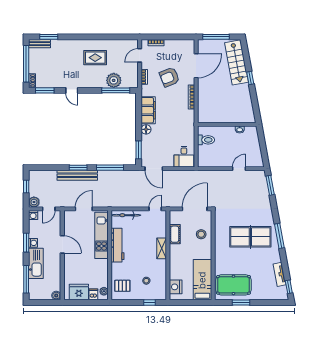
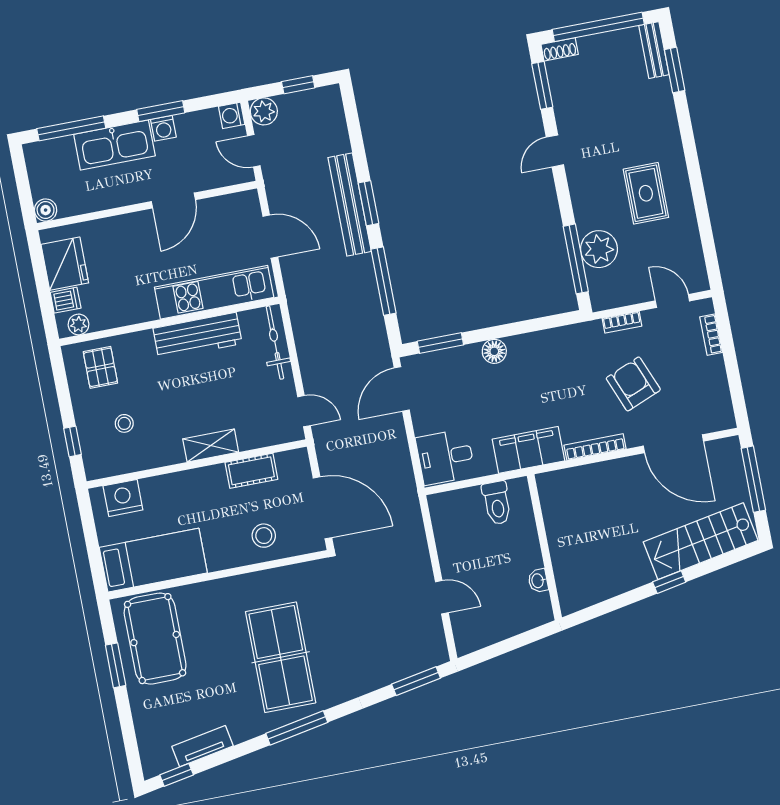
filing cabinet: (148, 110) -> (528, 450), moved, turned 180

